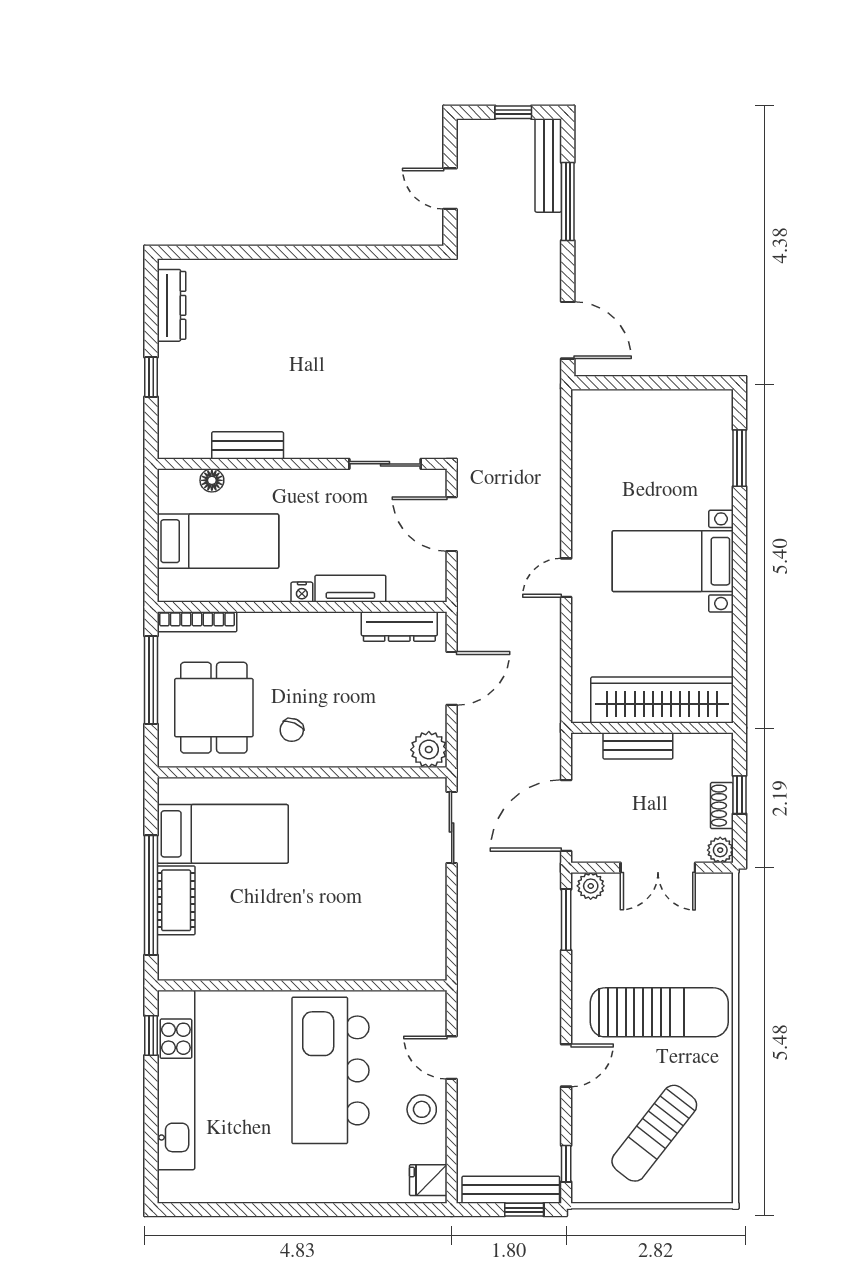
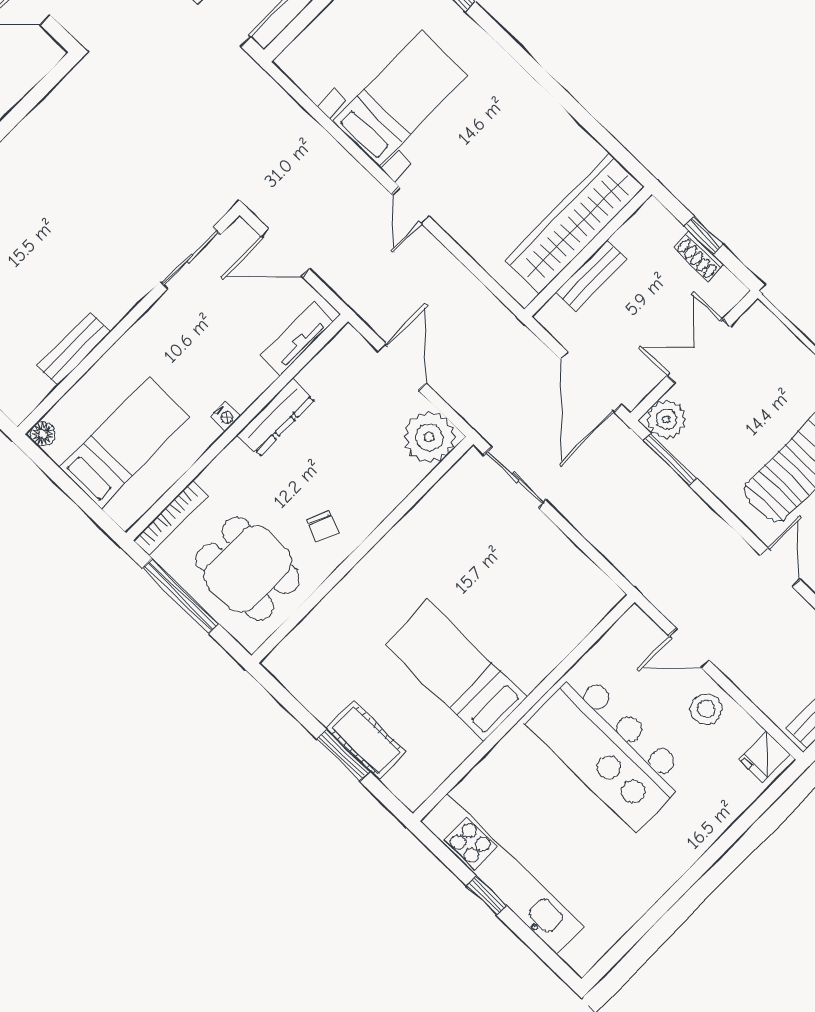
floor lamp: (212, 480) -> (42, 434), moved
bed with nightstands: (673, 561) -> (400, 98), moved, turned 180
tv unit: (350, 589) -> (297, 338), moved
dresser: (399, 626) -> (276, 417), moved
plant: (429, 750) -> (429, 437), width x1.36, depth x1.36
bed: (223, 834) -> (456, 671), moved, turned -90
plant: (720, 850) -> (731, 291), removed
double door: (658, 868) -> (698, 351), swing flipped
plant: (591, 886) -> (666, 419), width x1.38, depth x1.38
window: (151, 895) -> (343, 755), width x0.47
window: (151, 1035) -> (487, 896), moved

